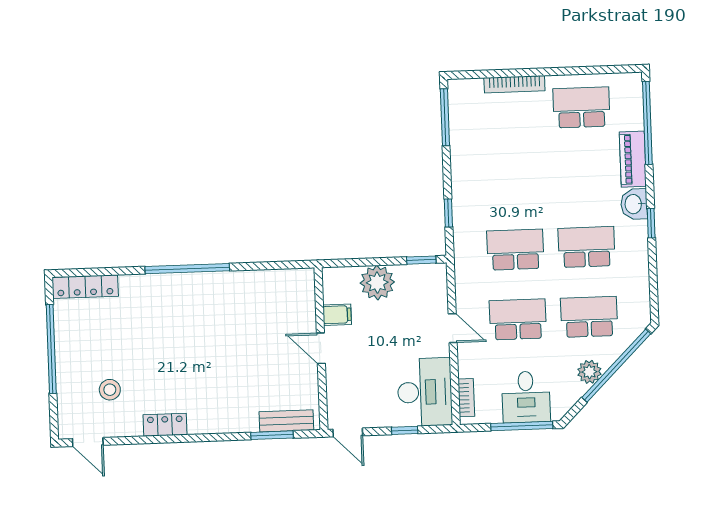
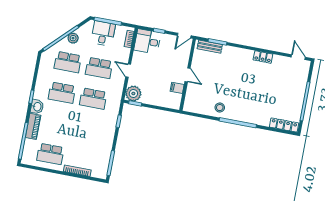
plant: (377, 283) -> (133, 94), moved
stool: (110, 390) -> (220, 108), moved
desk: (425, 392) -> (147, 41), width x0.73
door: (348, 432) -> (184, 36), swing flipped

